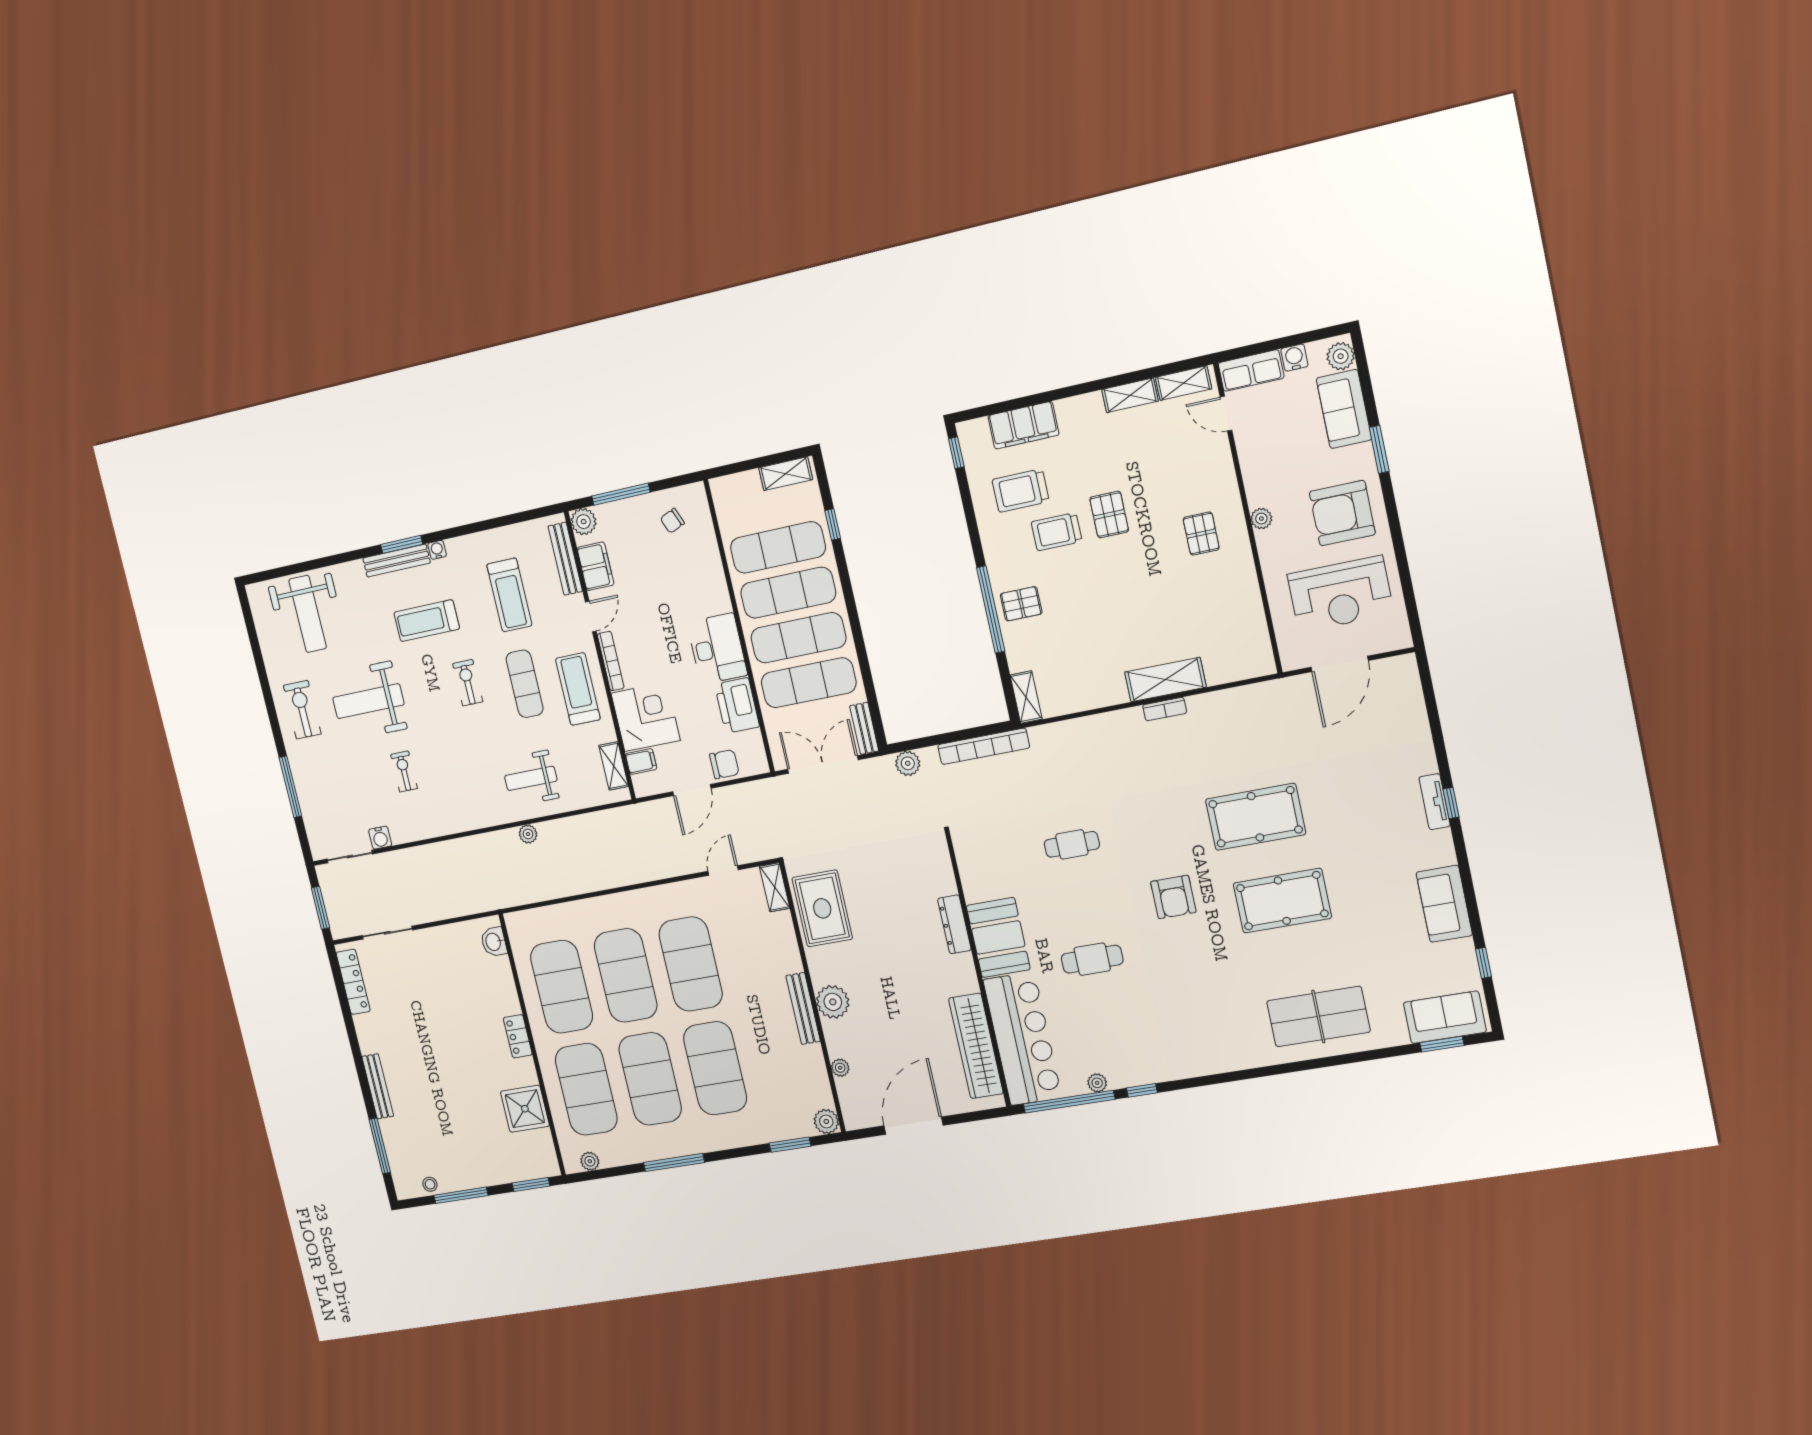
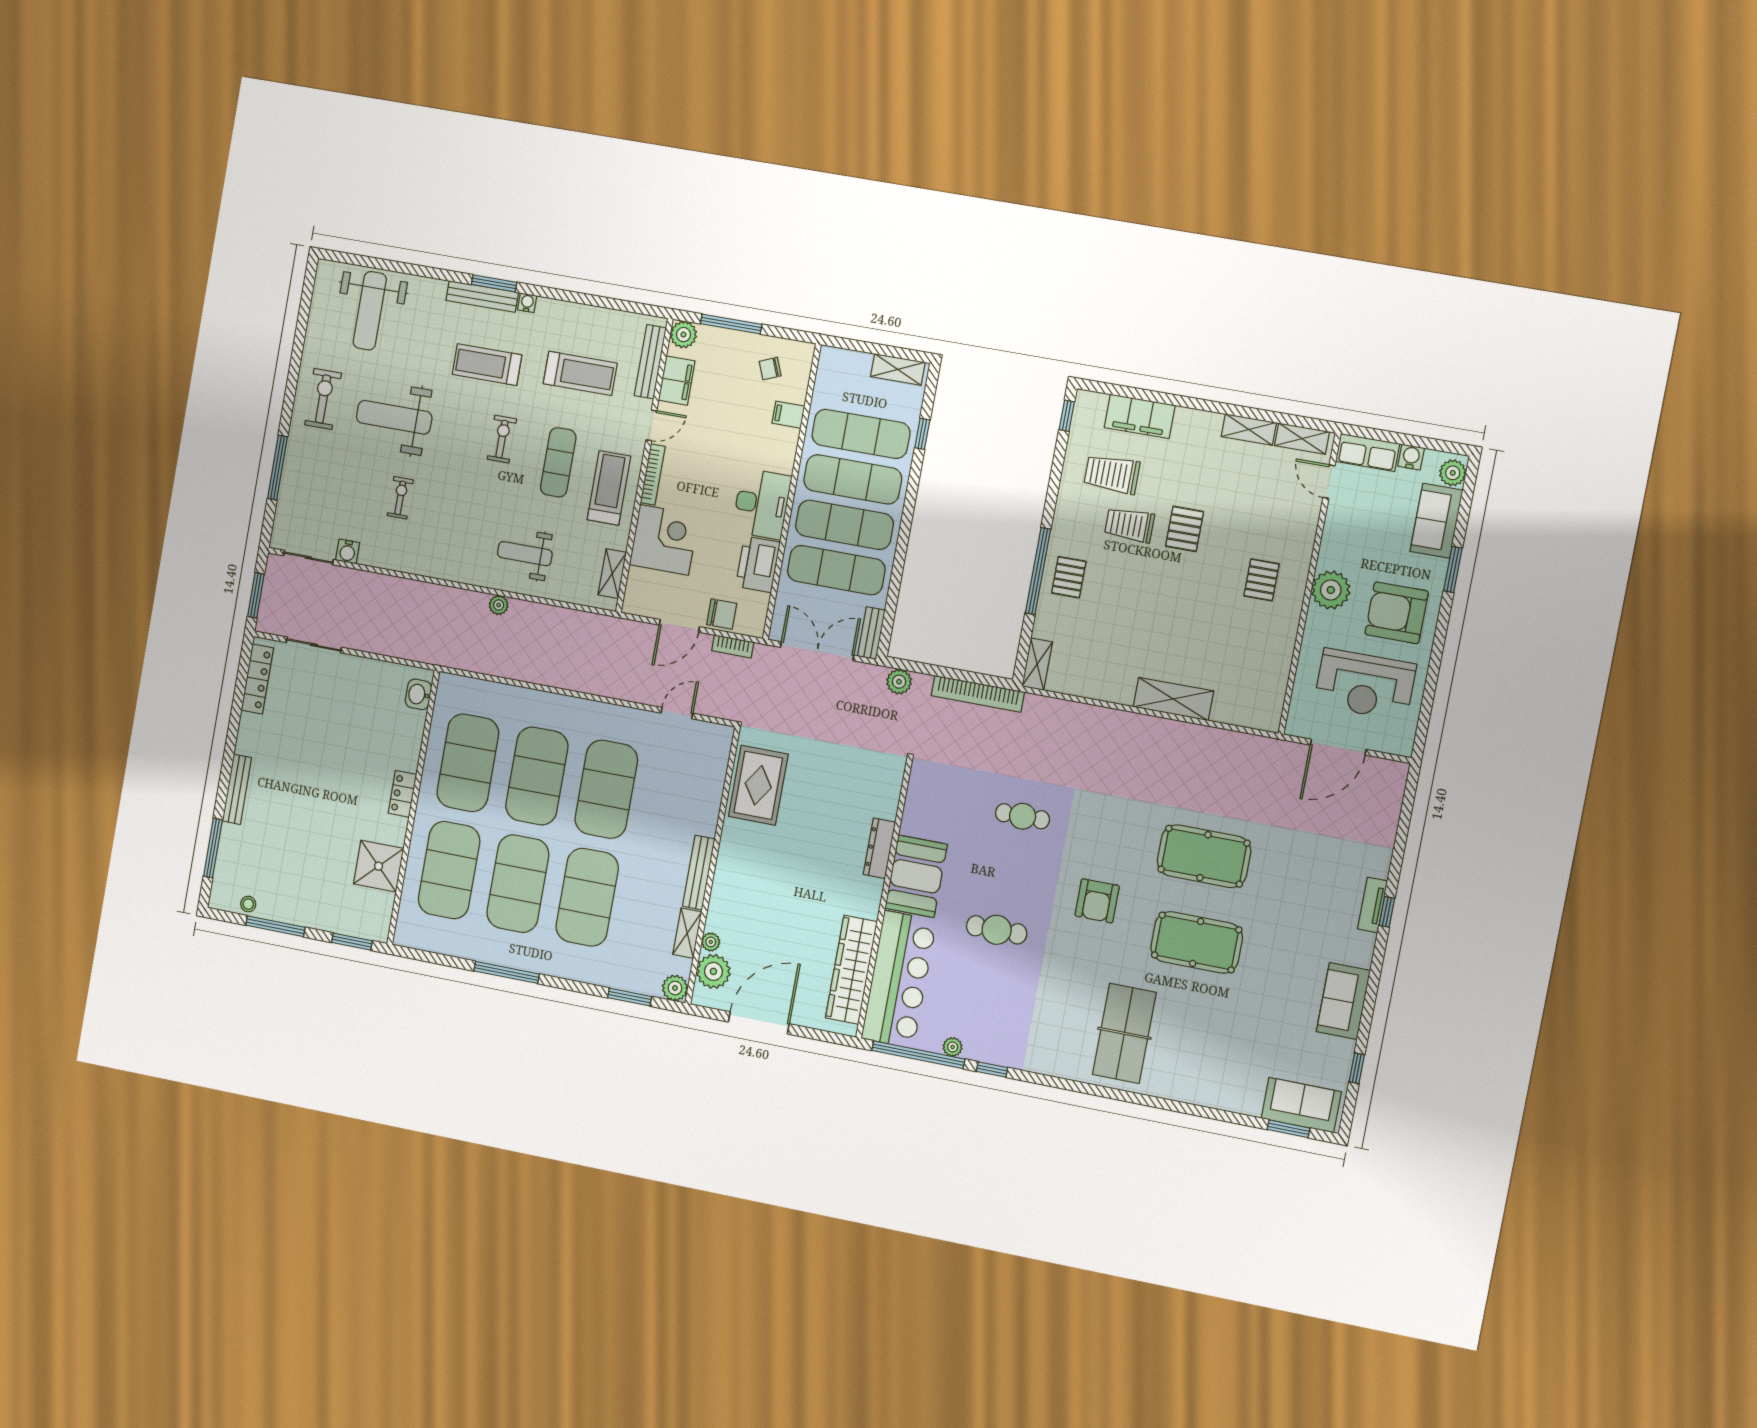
plant: (1261, 519) -> (1331, 590), width x1.87, depth x1.87
treadmill: (509, 595) -> (580, 373), turned -90
pallet: (1021, 604) -> (1069, 577), turned 90
bookcase: (1165, 709) -> (733, 646), moved
filing cabinet: (641, 761) -> (788, 415), moved, turned 180
shelving: (775, 887) -> (687, 933), moved
plant: (833, 1002) -> (713, 971), moved
table tennis table: (1318, 1017) -> (1124, 1033), moved, turned 90
plant: (590, 1161) -> (422, 941), removed

